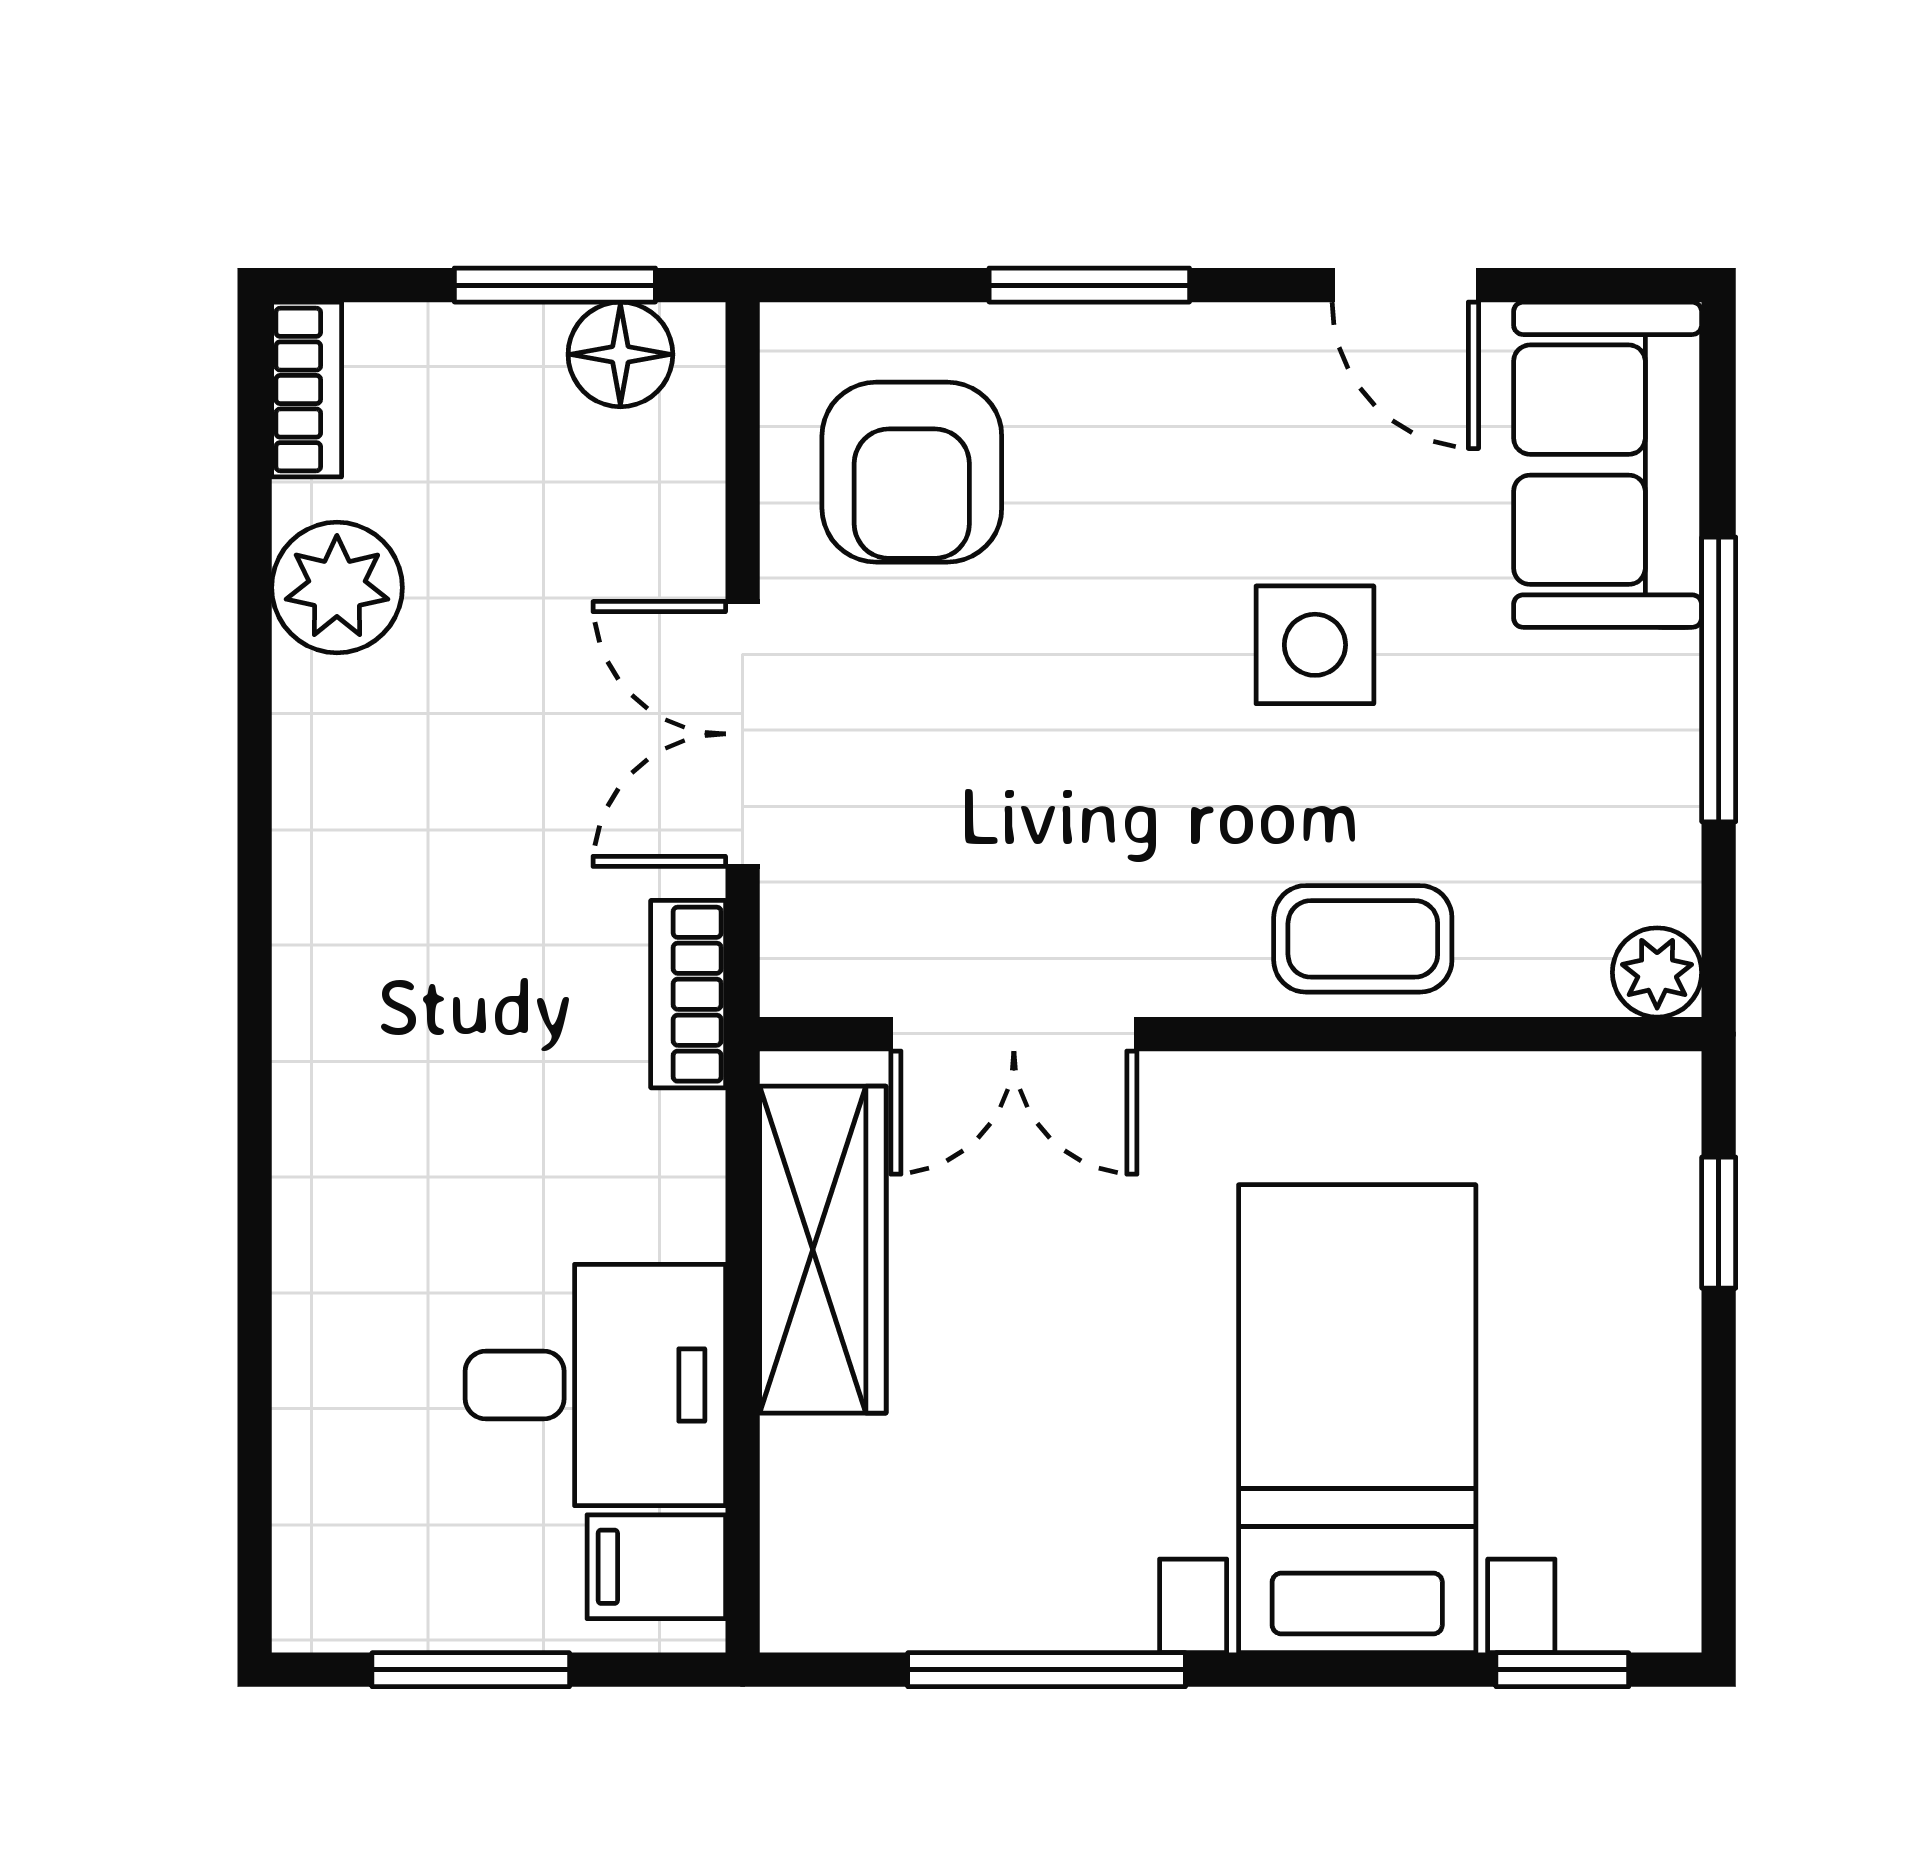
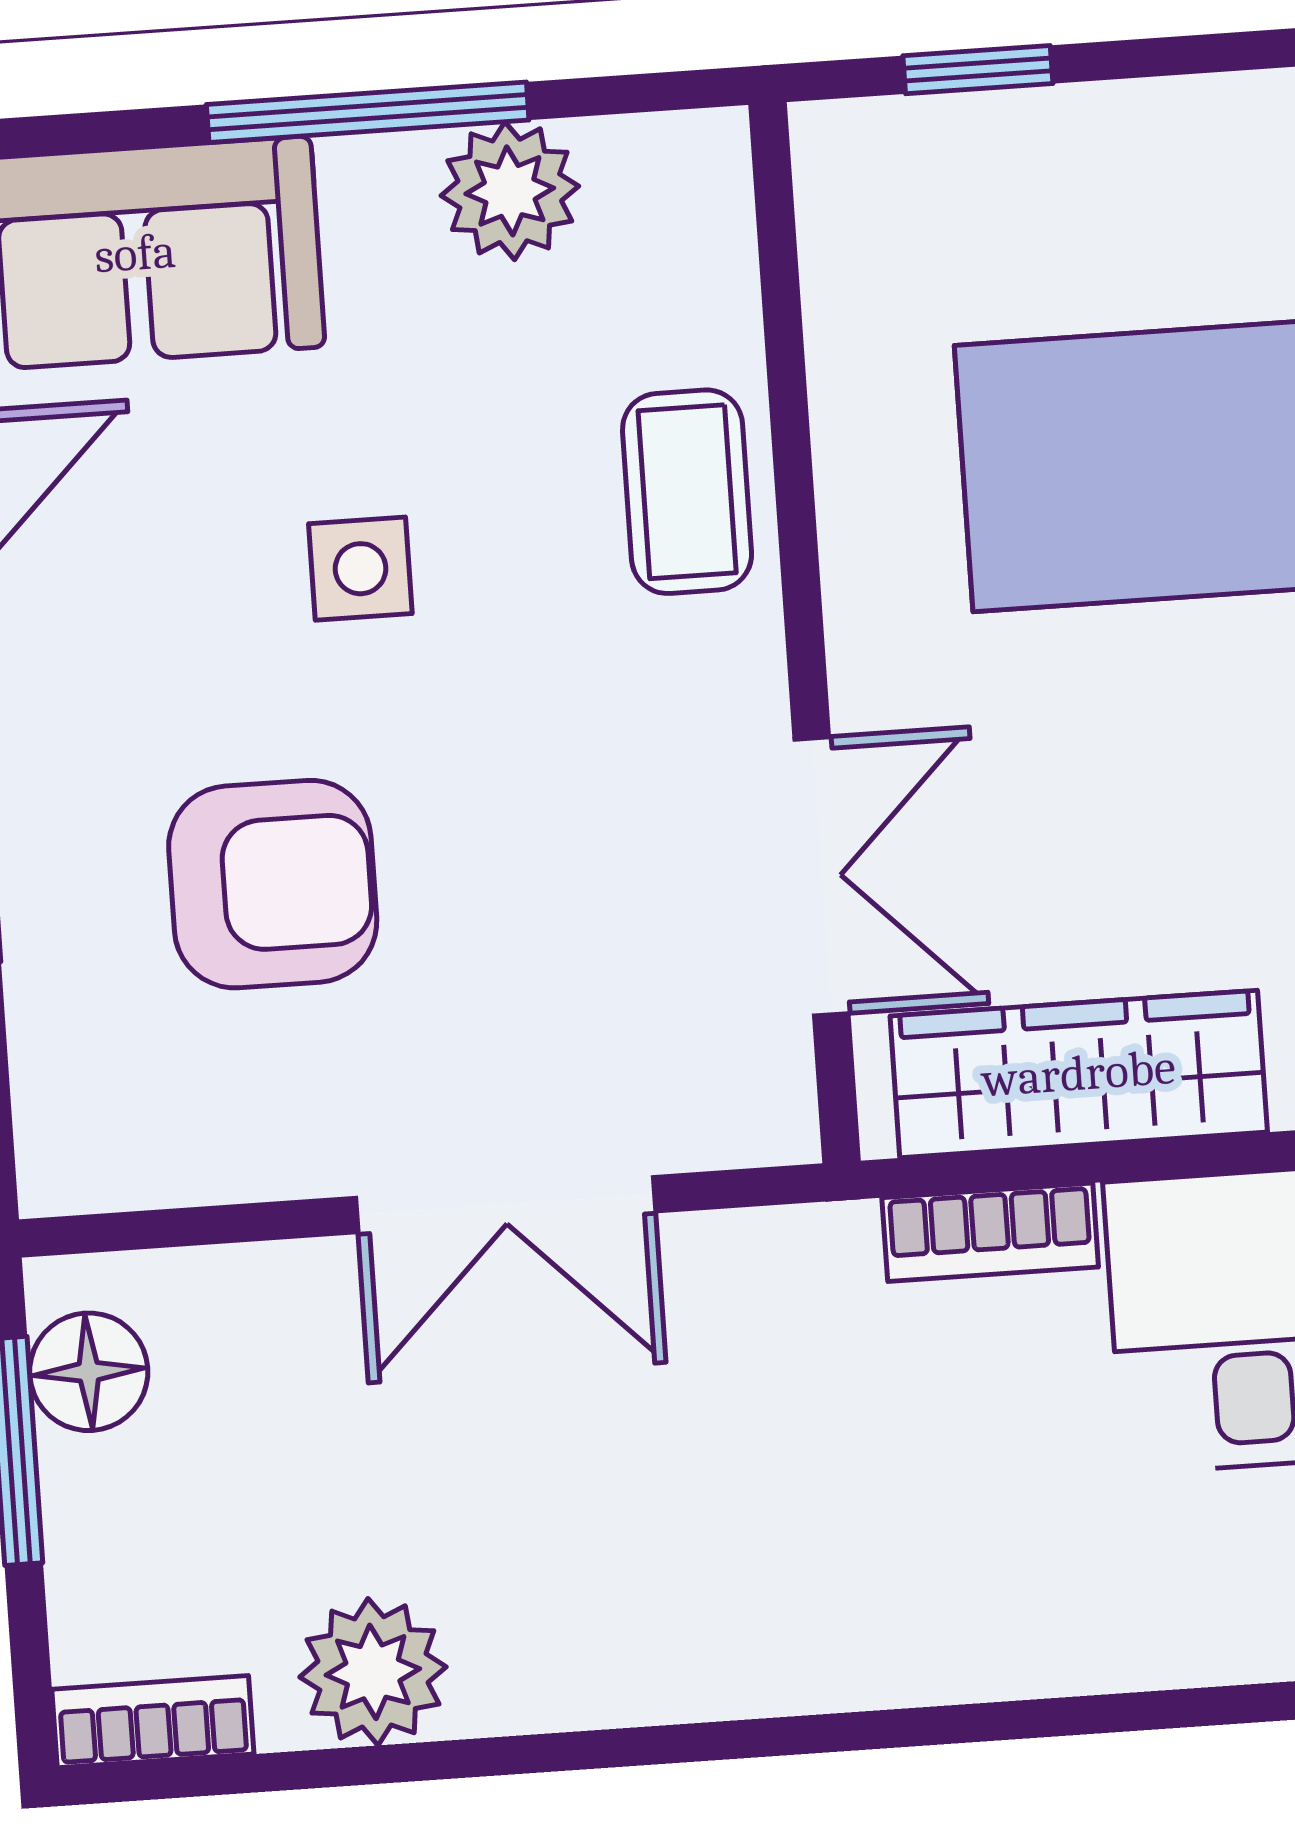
armchair: (912, 472) -> (273, 884), moved
side table: (1315, 645) -> (360, 569), width x0.73, depth x0.73
plant: (1657, 972) -> (510, 191), moved, width x1.38, depth x1.38
bookcase: (688, 994) -> (990, 1232), moved

